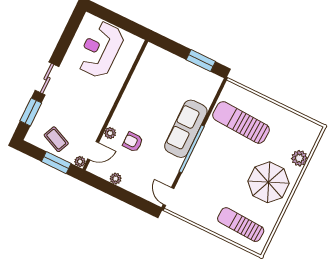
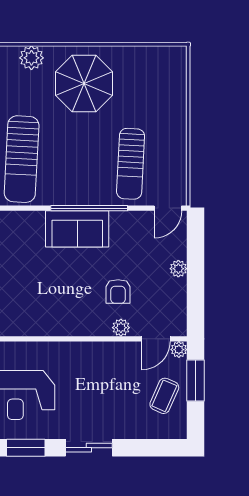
window: (31, 112) -> (26, 448), moved
sofa: (186, 129) -> (77, 229), width x0.73
door: (93, 151) -> (156, 339), swing flipped
plant: (116, 179) -> (178, 269), moved
sun lounger: (241, 225) -> (131, 164), moved

